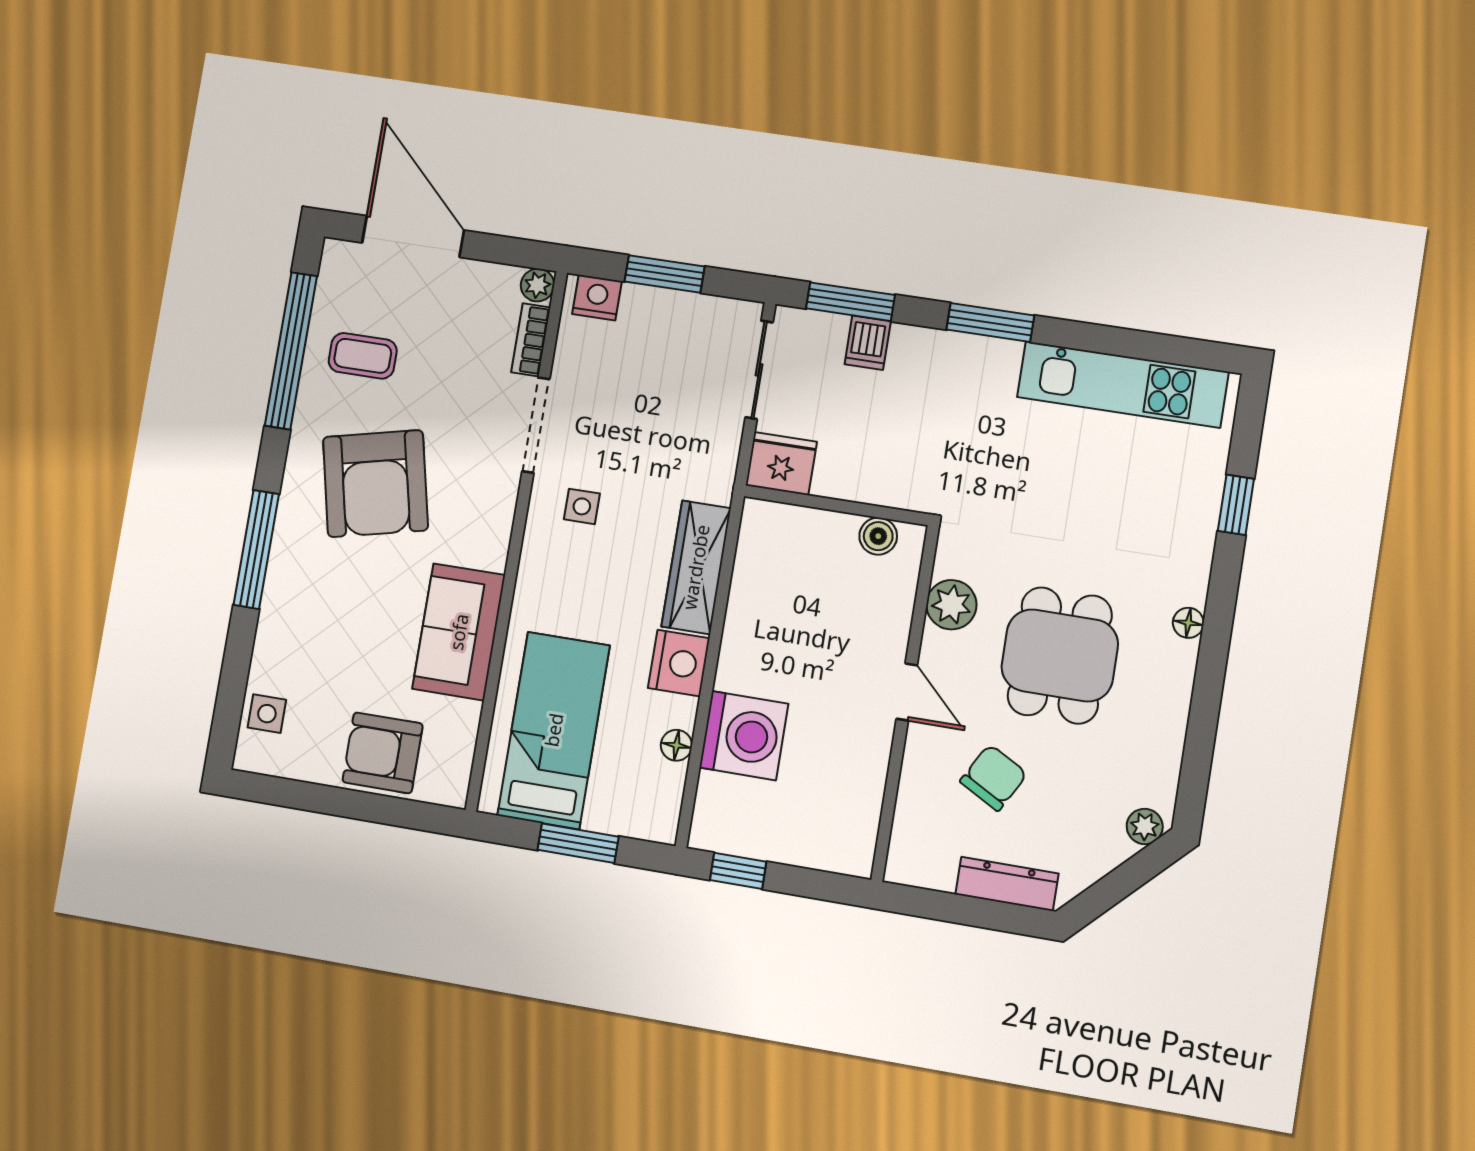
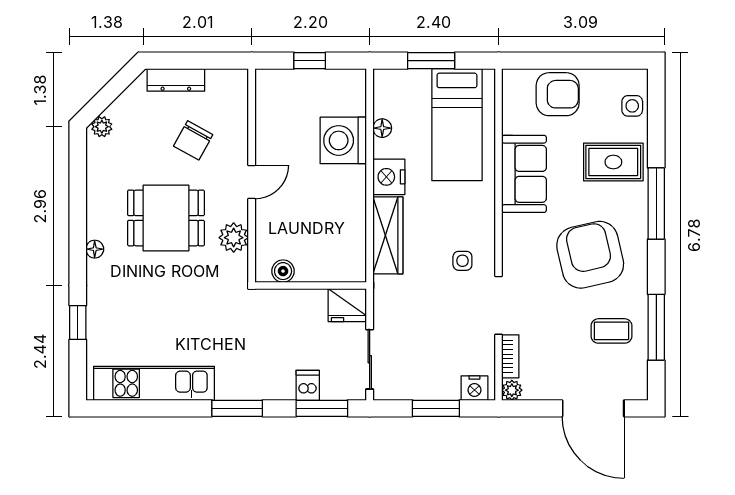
window: (291, 351) -> (656, 327), width x0.68
rug: (313, 628) -> (613, 162), added
dining table: (1060, 655) -> (166, 218), turned 90
door: (907, 692) -> (252, 182), swing flipped
window: (738, 871) -> (310, 61), moved

